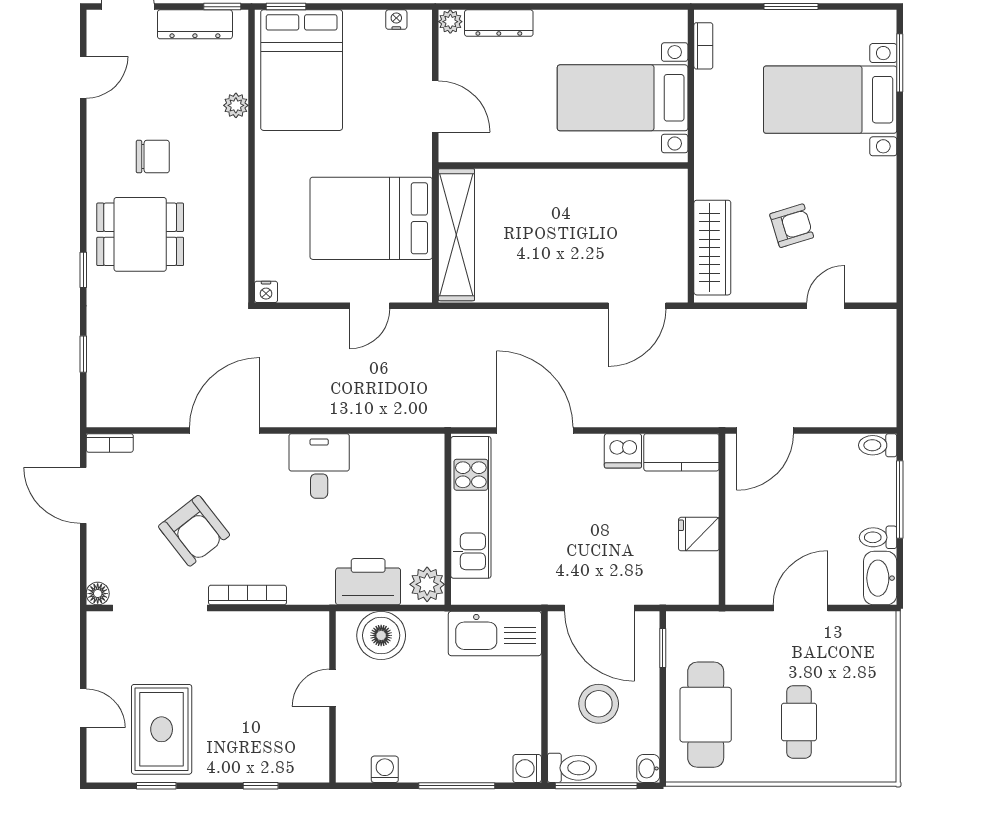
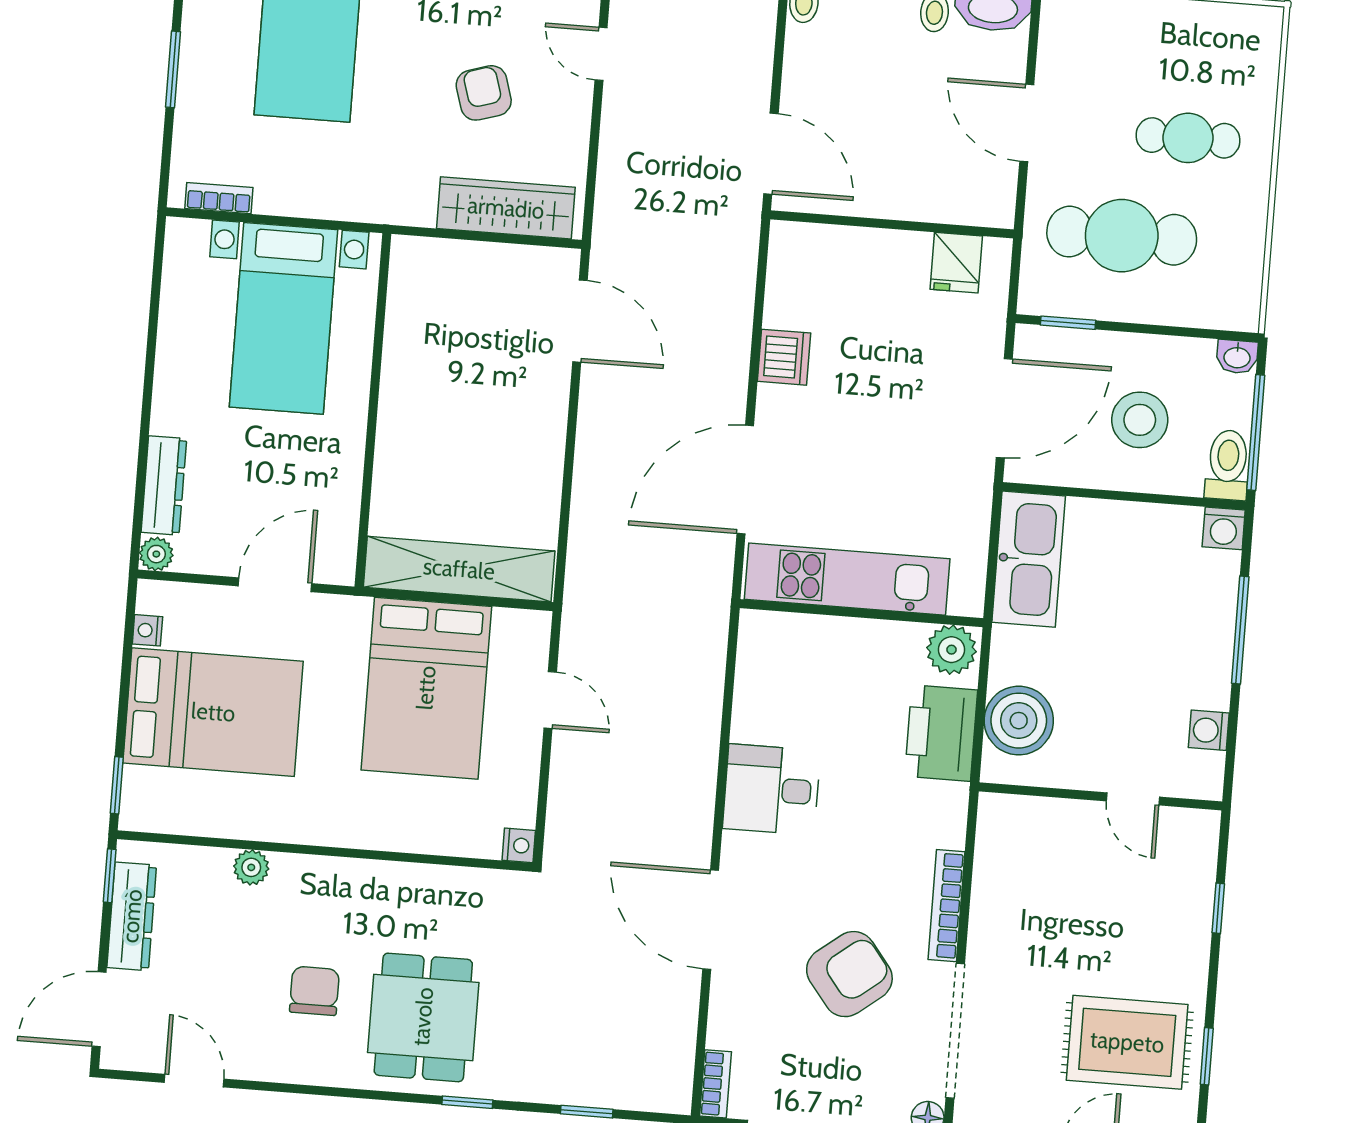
bed: (302, 70) -> (213, 712), moved
kitchen counter: (681, 452) -> (793, 275), removed
fridge: (699, 534) -> (956, 263), moved
door: (332, 688) -> (1133, 799), moved
cafe table: (706, 715) -> (1122, 236), moved

